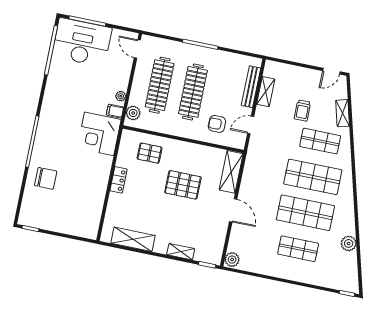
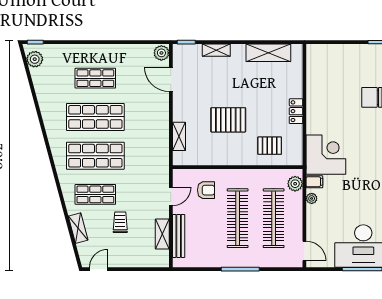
shelving: (231, 172) -> (179, 136), width x0.67, depth x0.75
door: (233, 210) -> (171, 79), moved
plant: (349, 243) -> (35, 59), moved

